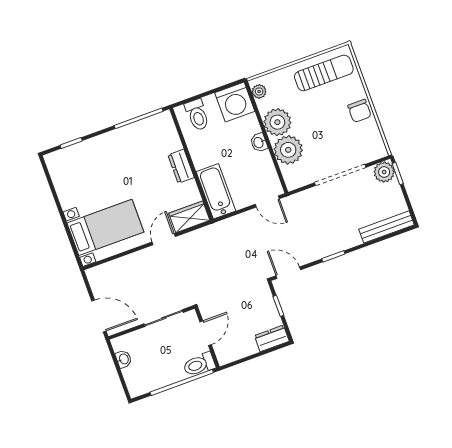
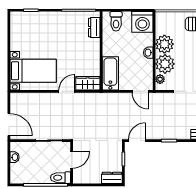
plant: (259, 91) -> (160, 79), moved
dresser: (181, 166) -> (94, 28), moved
door: (288, 273) -> (137, 141), hinge flipped

